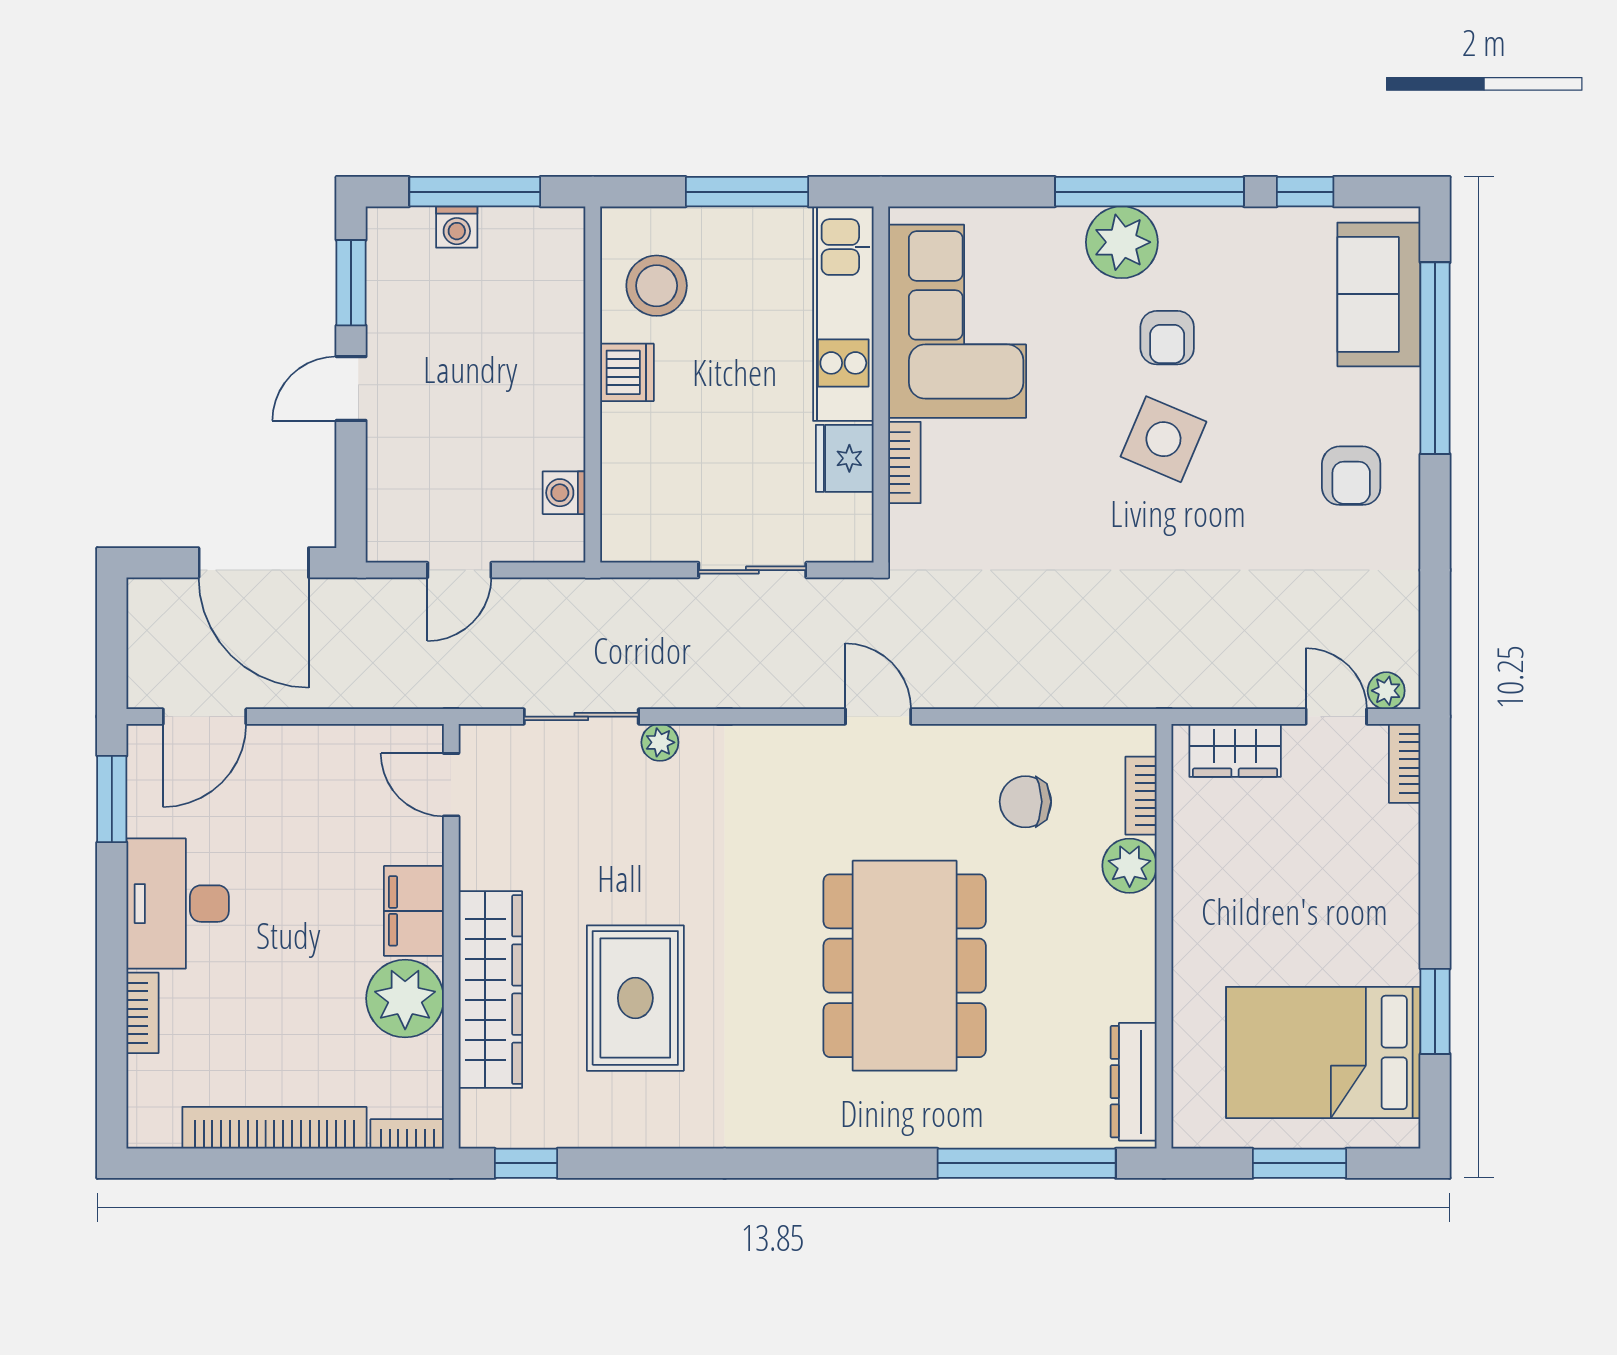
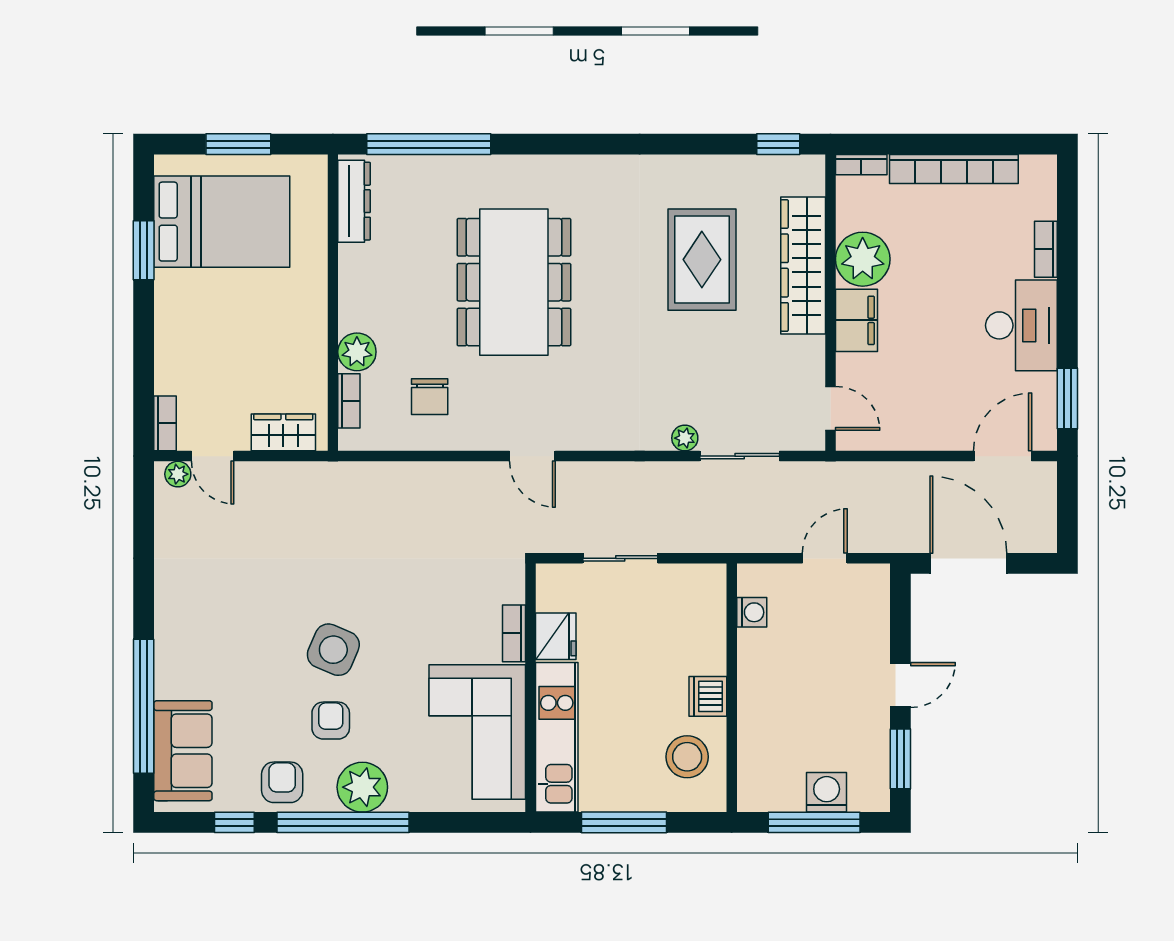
washing machine: (457, 227) -> (827, 792), width x1.38, depth x1.38
armchair: (1351, 476) -> (282, 782), moved
chair: (1025, 802) -> (430, 397), turned 90

